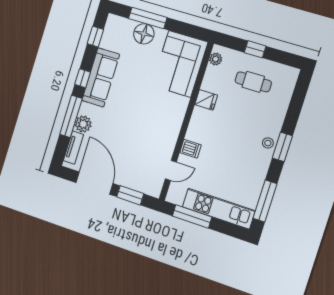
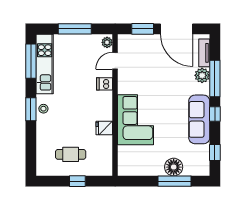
plant: (216, 59) -> (107, 42), moved
corner sofa: (180, 64) -> (136, 120), moved
kitchen unit: (219, 209) -> (45, 64), moved, turned -90
window: (192, 216) -> (75, 29), moved

